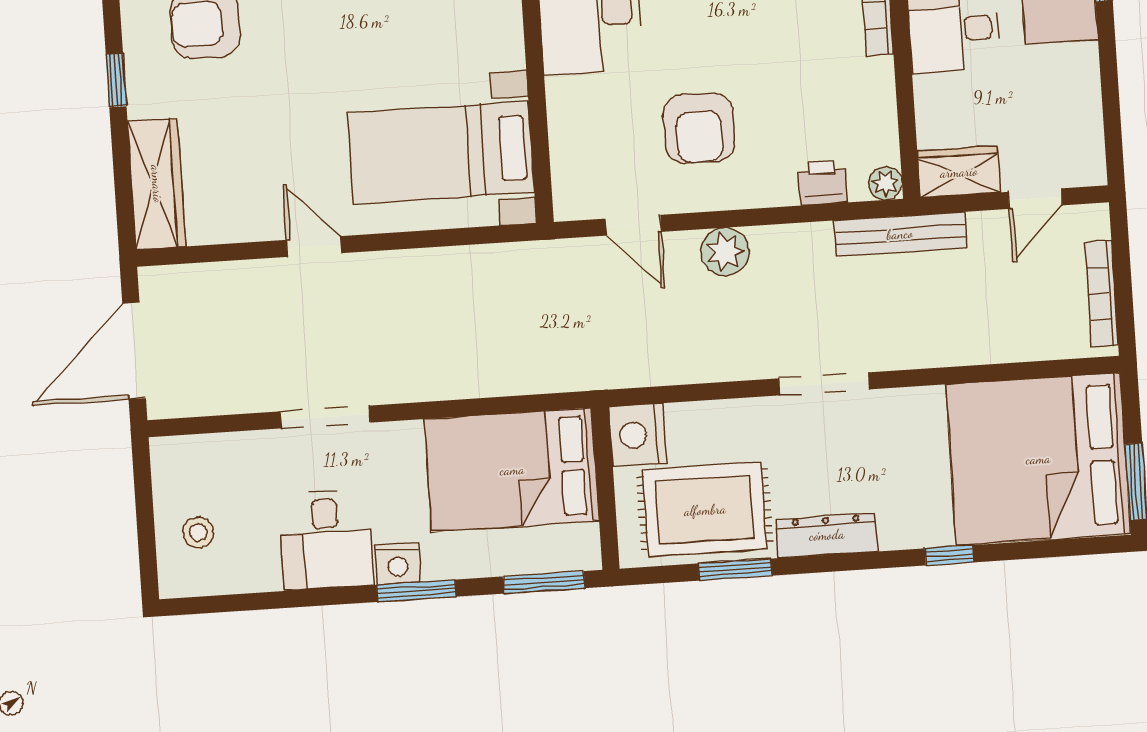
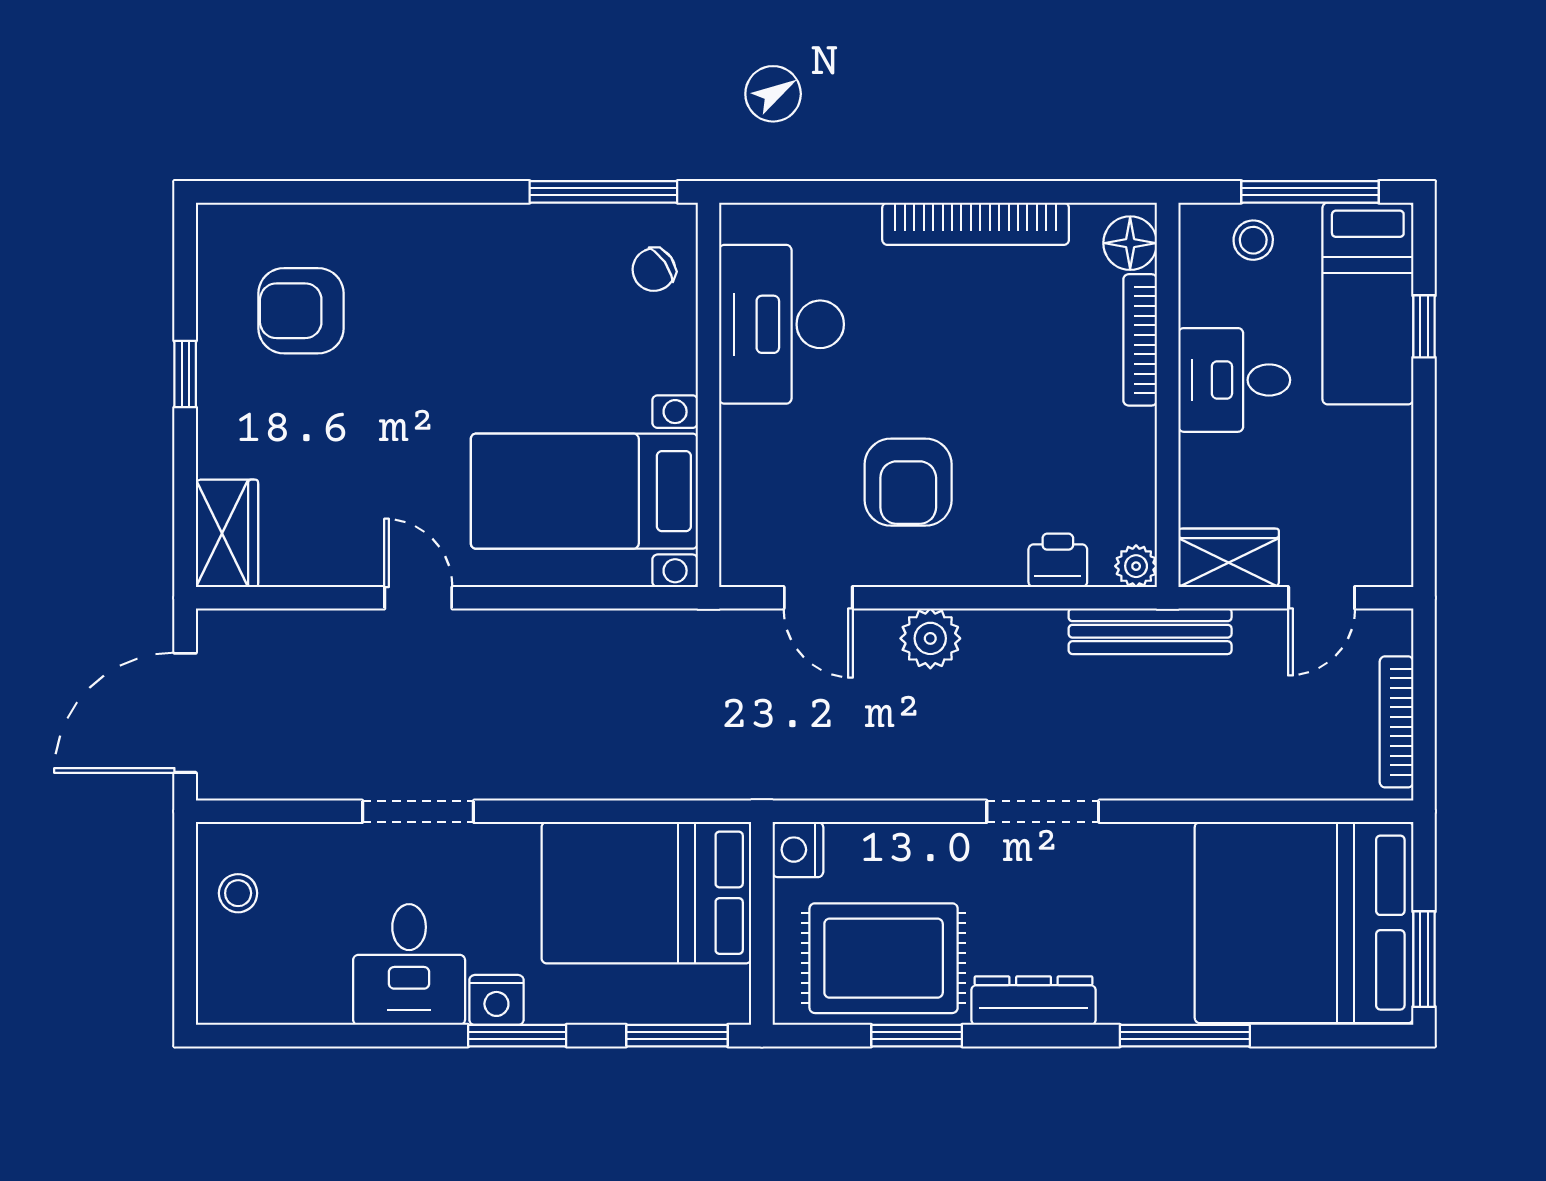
wardrobe: (157, 184) -> (227, 533), width x0.67
nightstand: (638, 435) -> (798, 850), width x0.74, depth x0.75
stool: (198, 532) -> (238, 893), moved
window: (949, 555) -> (1185, 1036), width x2.17

